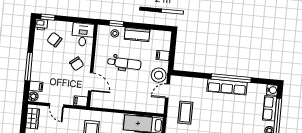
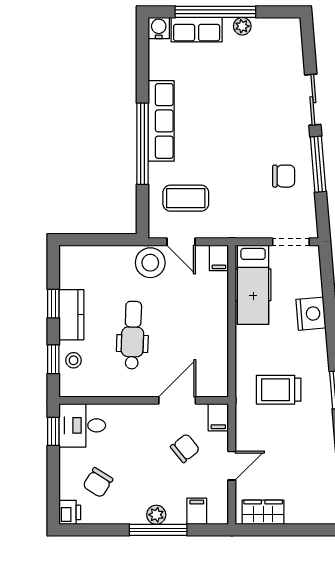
window: (48, 17) -> (53, 431), moved
window: (143, 26) -> (53, 304), added
filing cabinet: (163, 55) -> (219, 258), moved
chair: (77, 64) -> (185, 448), moved
window: (231, 78) -> (142, 144), moved
plant: (33, 96) -> (156, 515), moved
coffee table: (185, 113) -> (186, 198), moved

